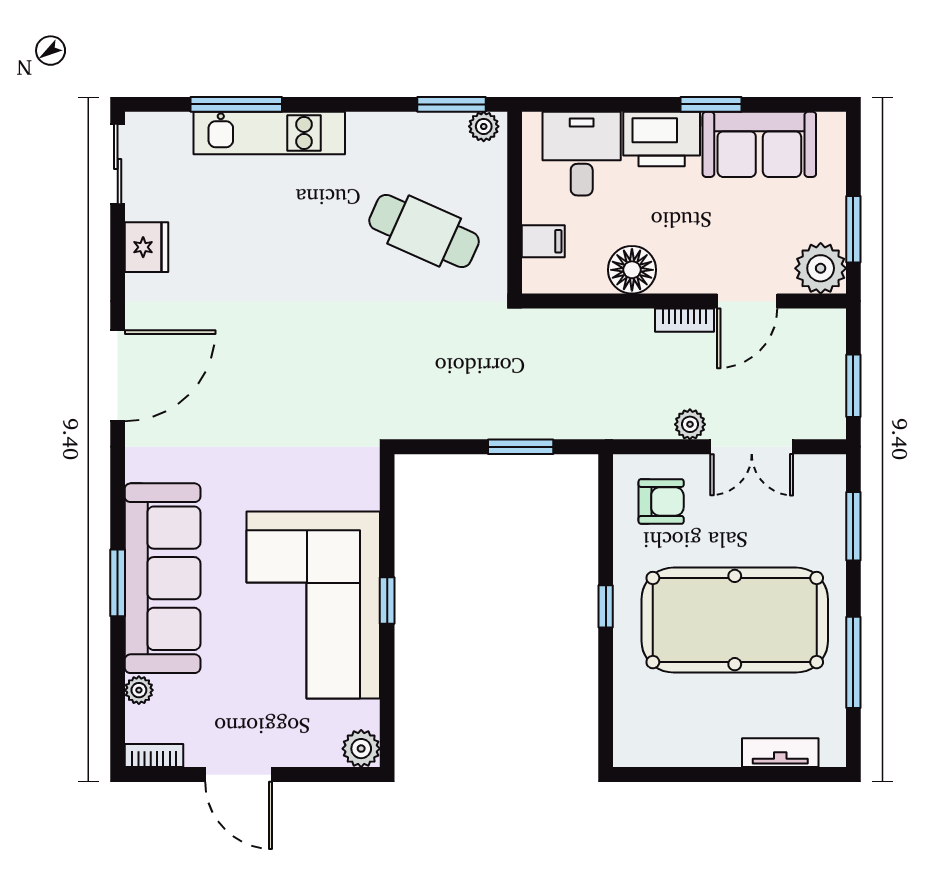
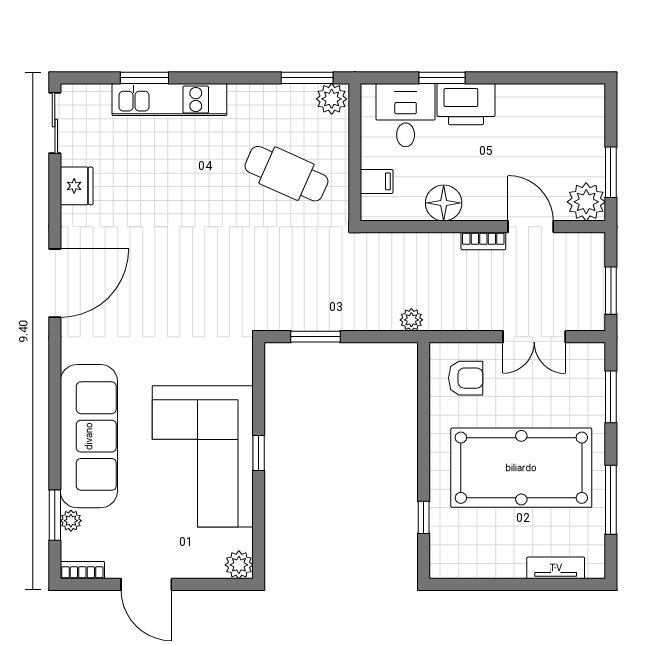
window: (236, 104) -> (144, 78), width x0.69
window: (711, 104) -> (442, 78), moved
plant: (484, 126) -> (332, 99), width x1.38, depth x1.38
sofa: (759, 144) -> (540, 108), removed
door: (747, 301) -> (531, 227), swing flipped
plant: (690, 424) -> (411, 320), moved
window: (521, 447) -> (315, 337), moved
window: (118, 583) -> (55, 515), moved
window: (606, 606) -> (424, 517), moved

